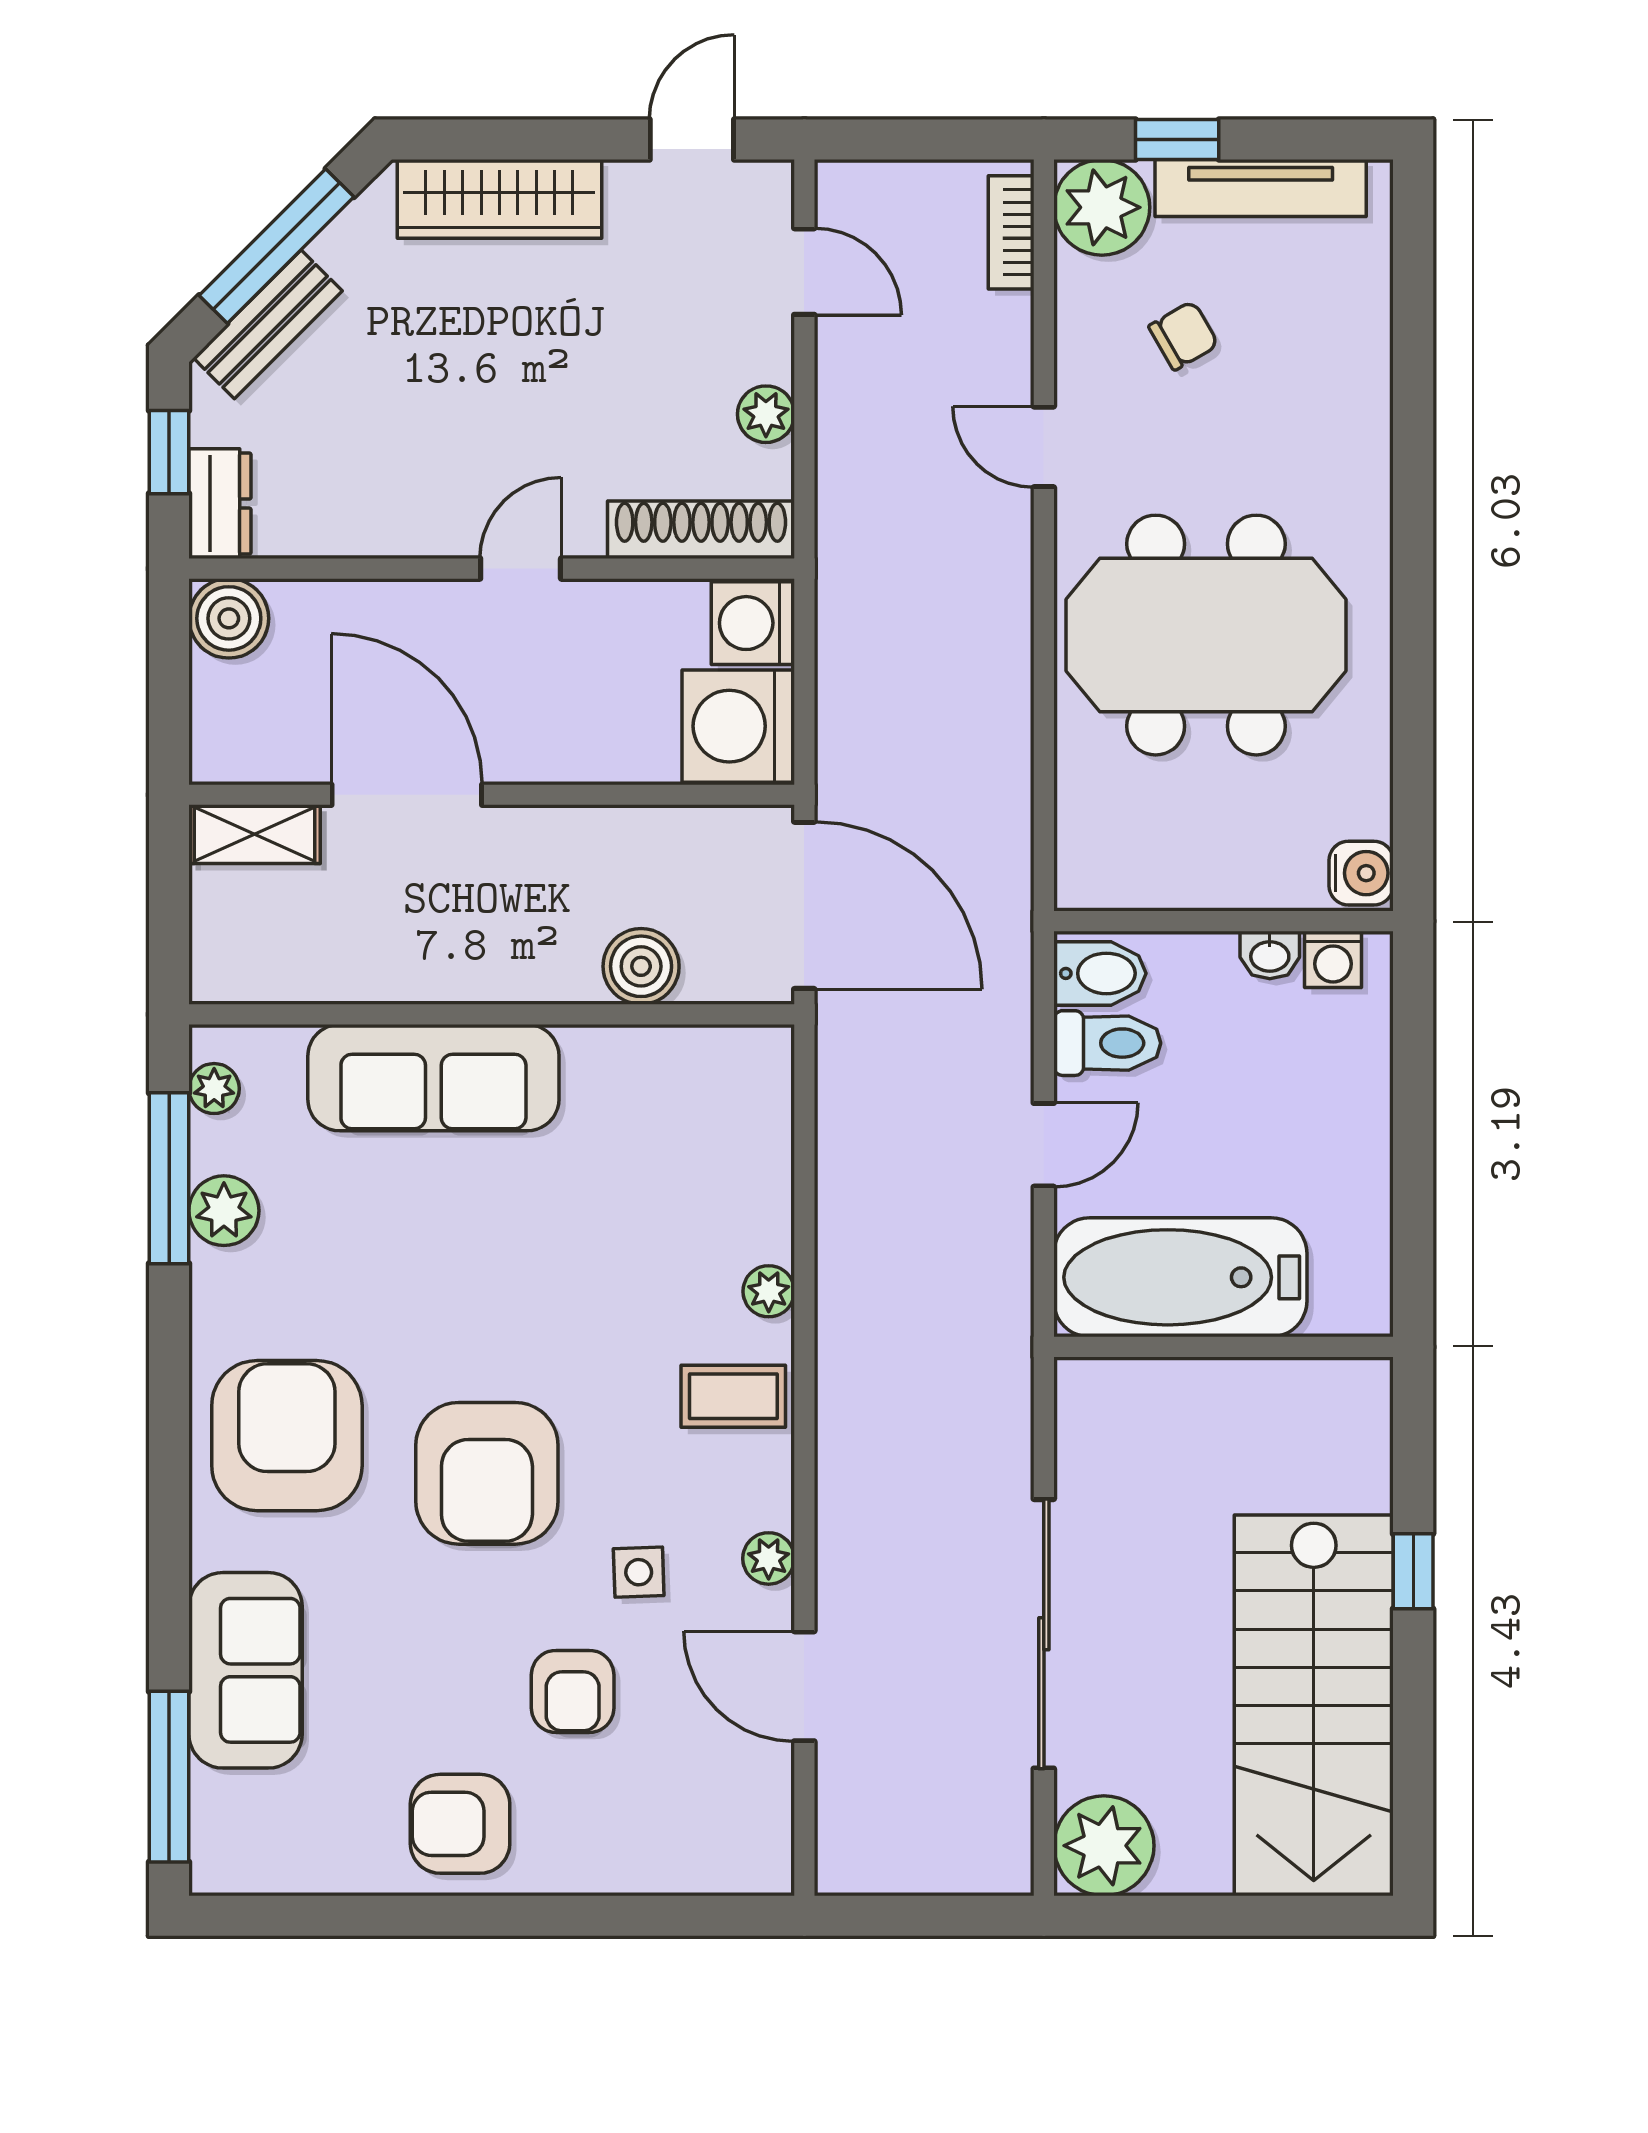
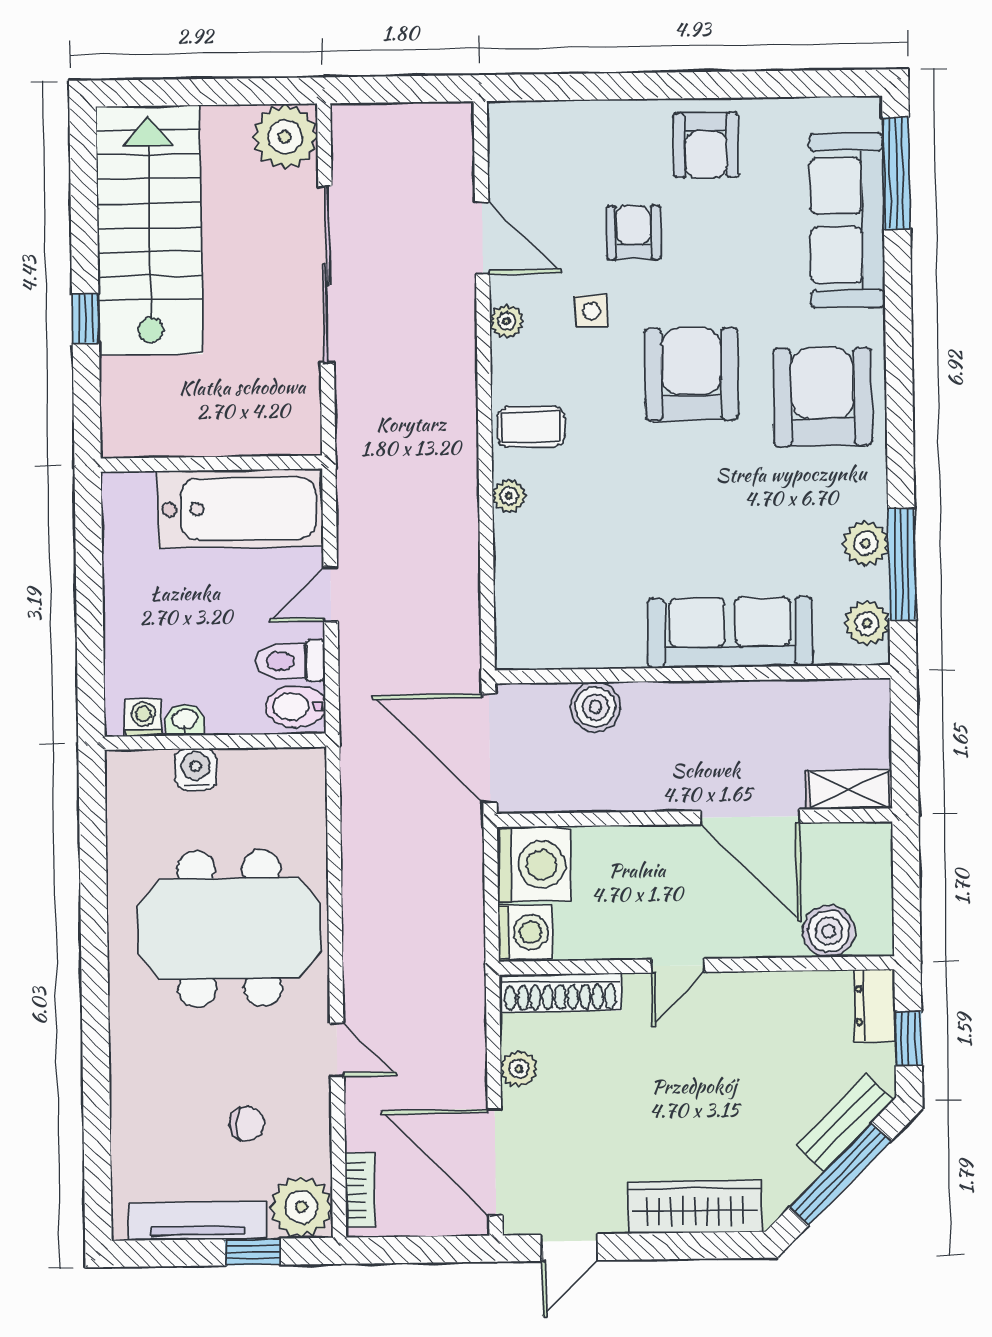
door: (804, 272) -> (495, 1162), width x1.88
chair: (1184, 336) -> (247, 1124), turned -150
boiler: (229, 618) -> (829, 931), moved
water cooler: (1361, 873) -> (196, 769), moved, turned 90
plant: (214, 1089) -> (867, 623), width x1.38, depth x1.38
armchair: (287, 1436) -> (822, 397), turned 180
sofa: (246, 1670) -> (847, 220), width x1.36
armchair: (460, 1824) -> (706, 145), turned 90

